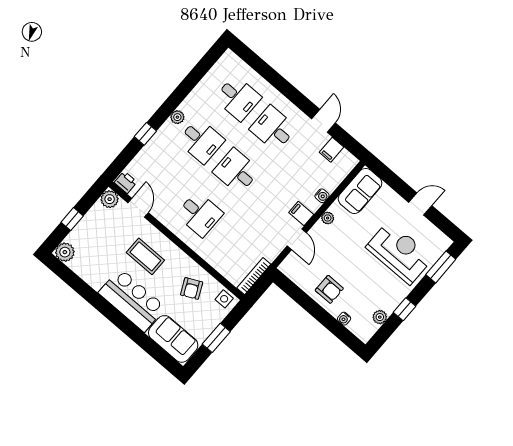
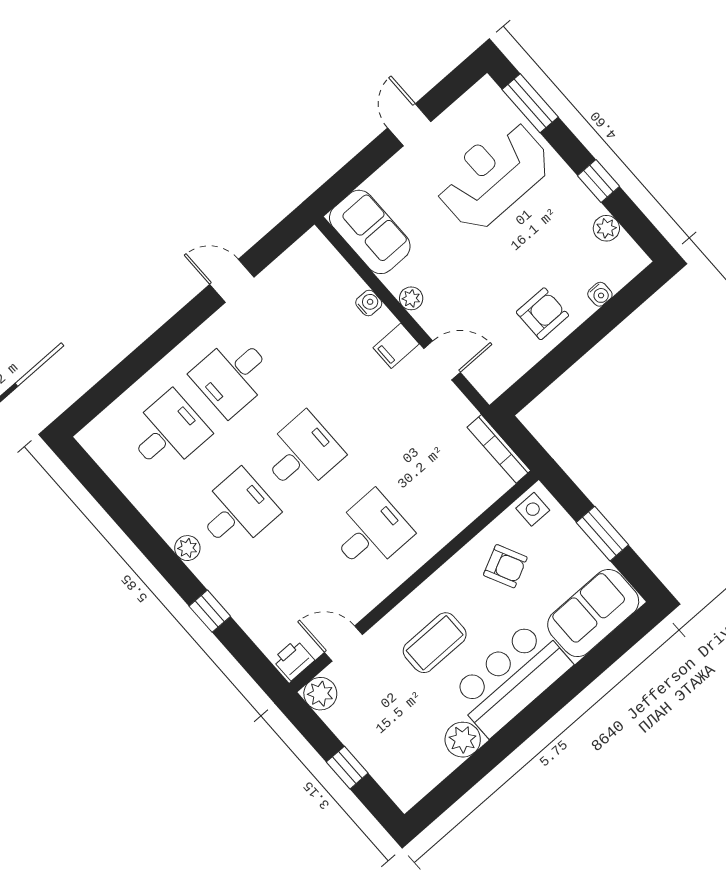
filing cabinet: (332, 150) -> (287, 274), removed
desk: (236, 171) -> (302, 454), turned 180
plant: (65, 252) -> (463, 740), moved

